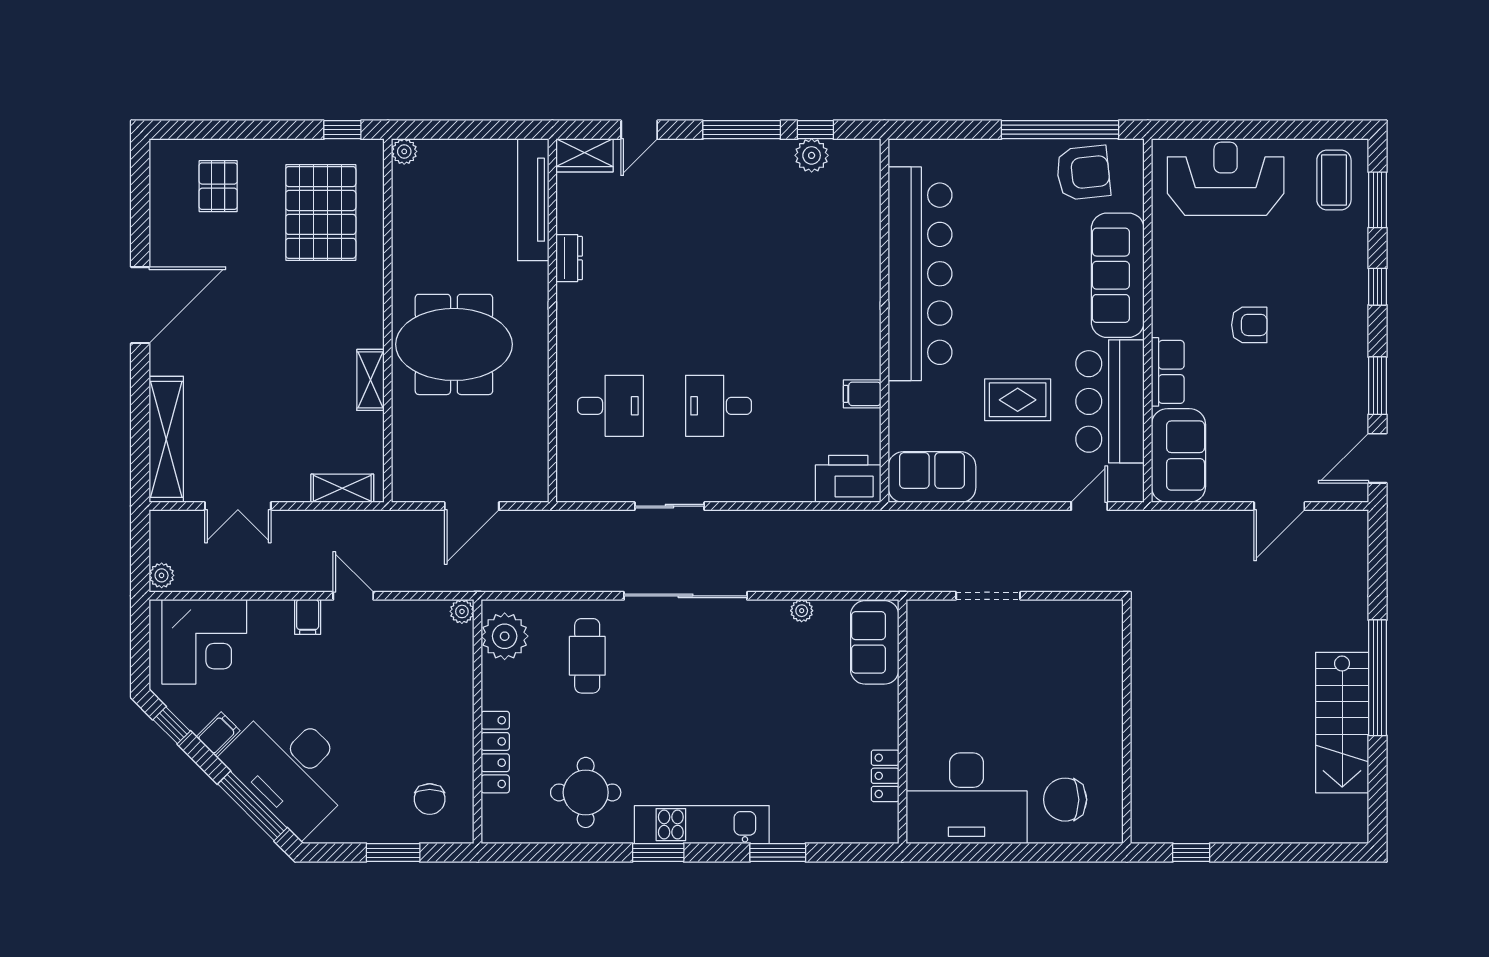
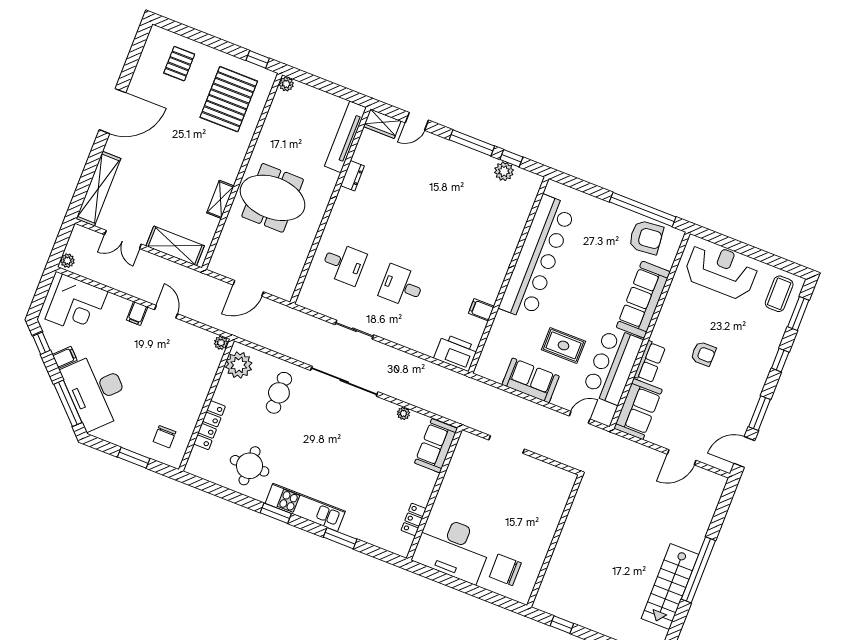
sofa: (932, 477) -> (531, 380), moved
shelving: (342, 488) -> (175, 246), width x1.50, depth x1.33

